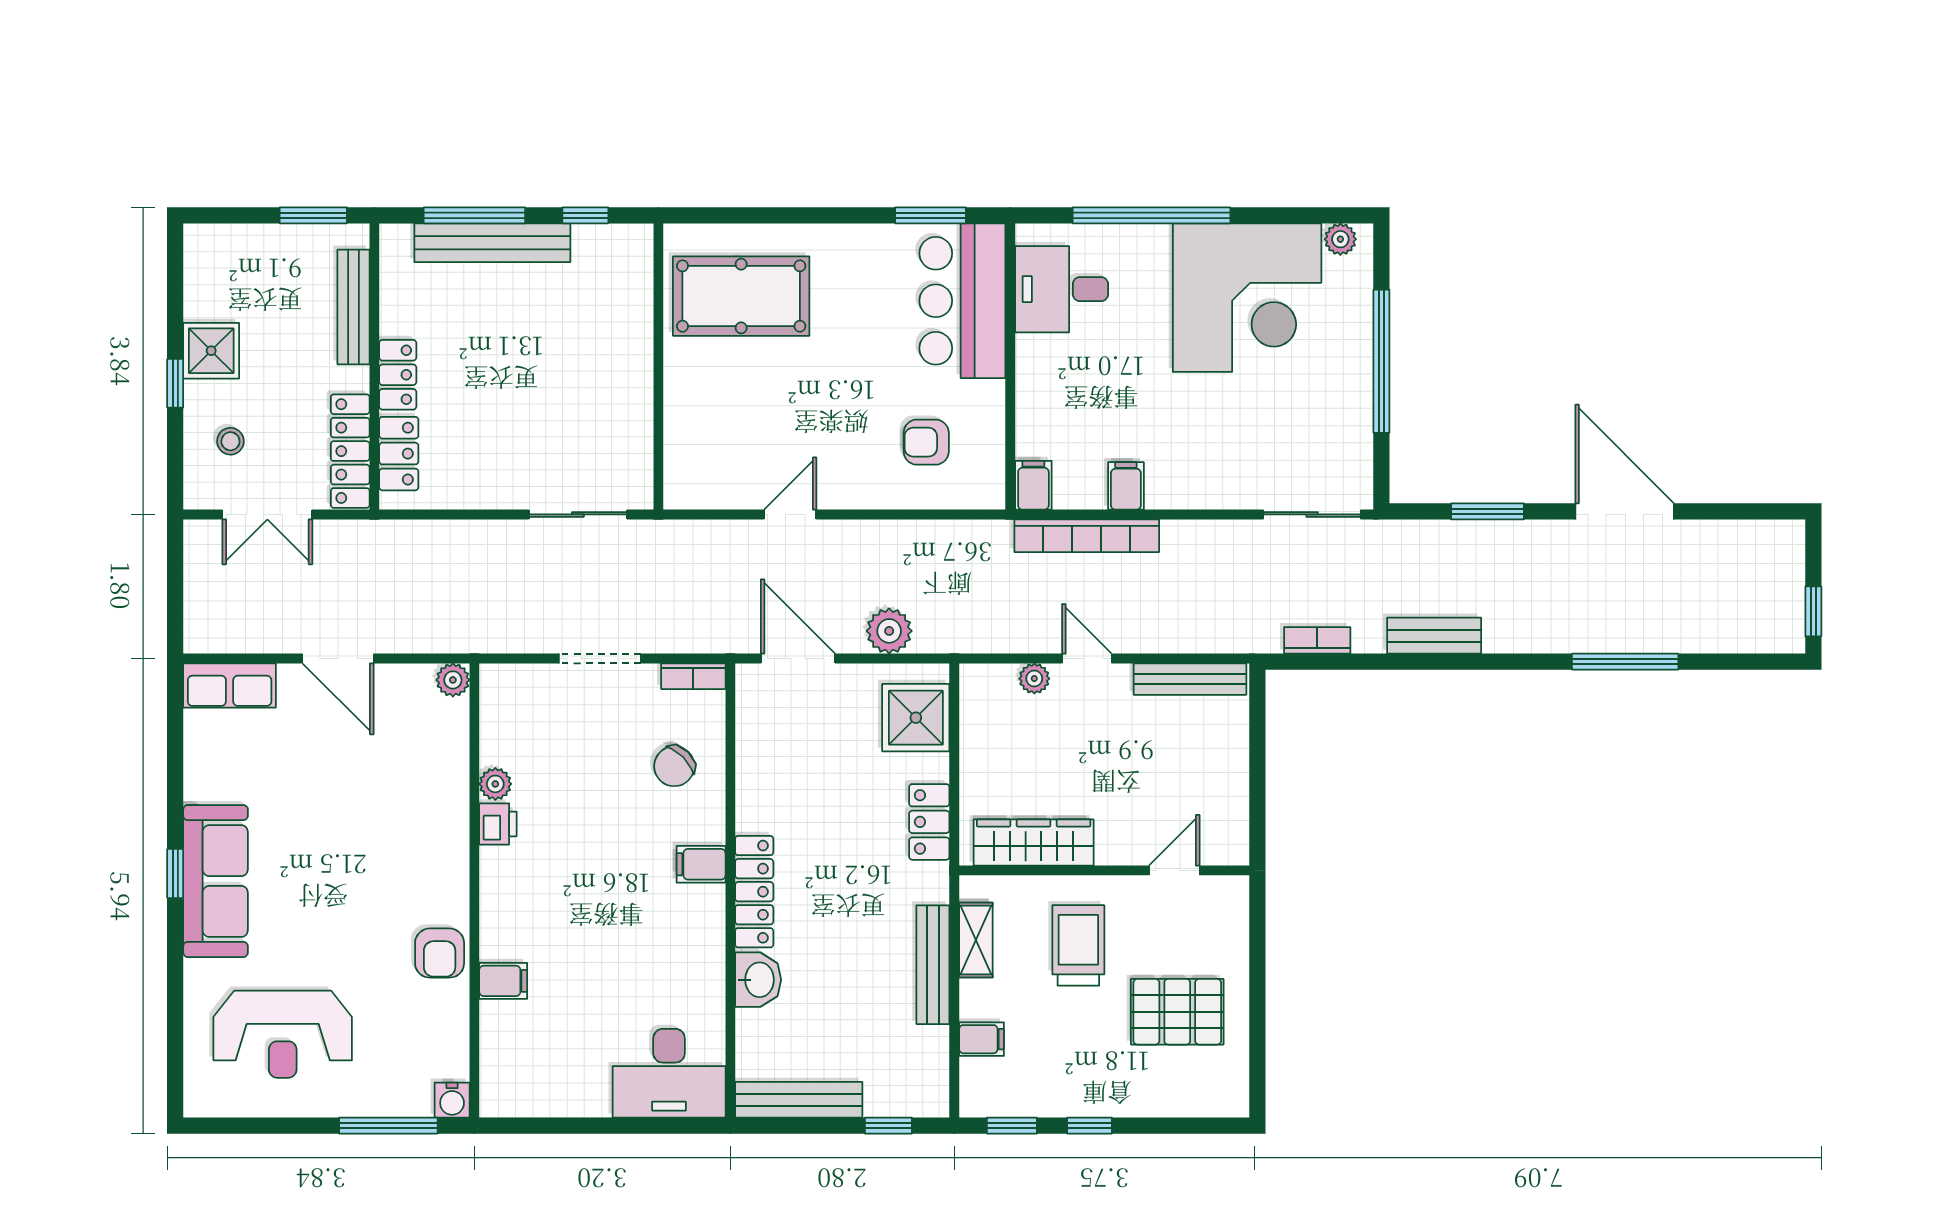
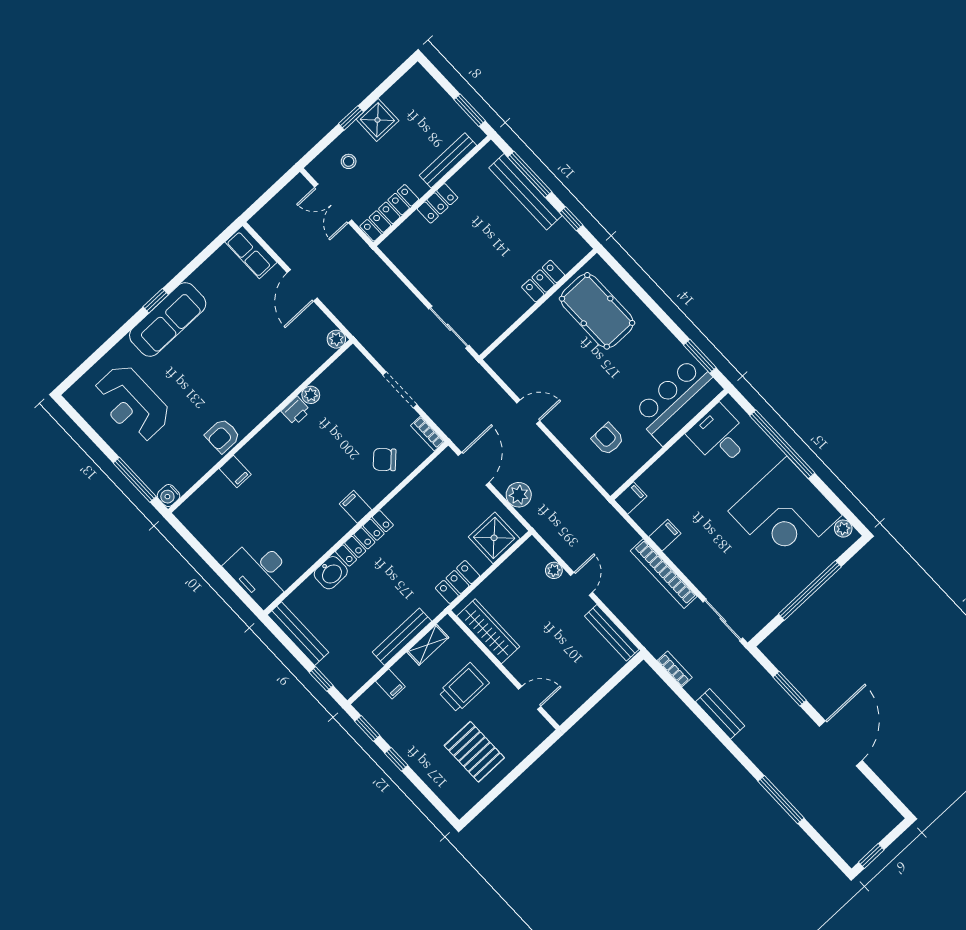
locker: (399, 454) -> (543, 281), moved, turned 180
bookcase: (1087, 536) -> (664, 574), moved

